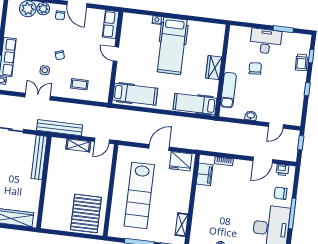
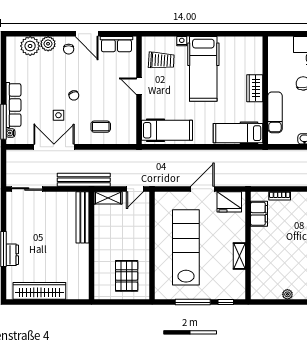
row of seats: (111, 24) -> (116, 44), moved, turned -90
trolley: (137, 34) -> (161, 60), added
double door: (38, 97) -> (54, 147), width x1.37
bench: (39, 157) -> (83, 217), moved
wall: (44, 182) -> (92, 246), moved
lab bench: (139, 195) -> (186, 247), turned 180
pallet: (86, 213) -> (127, 276), width x0.73, depth x0.71
shelving: (182, 225) -> (239, 256), moved

